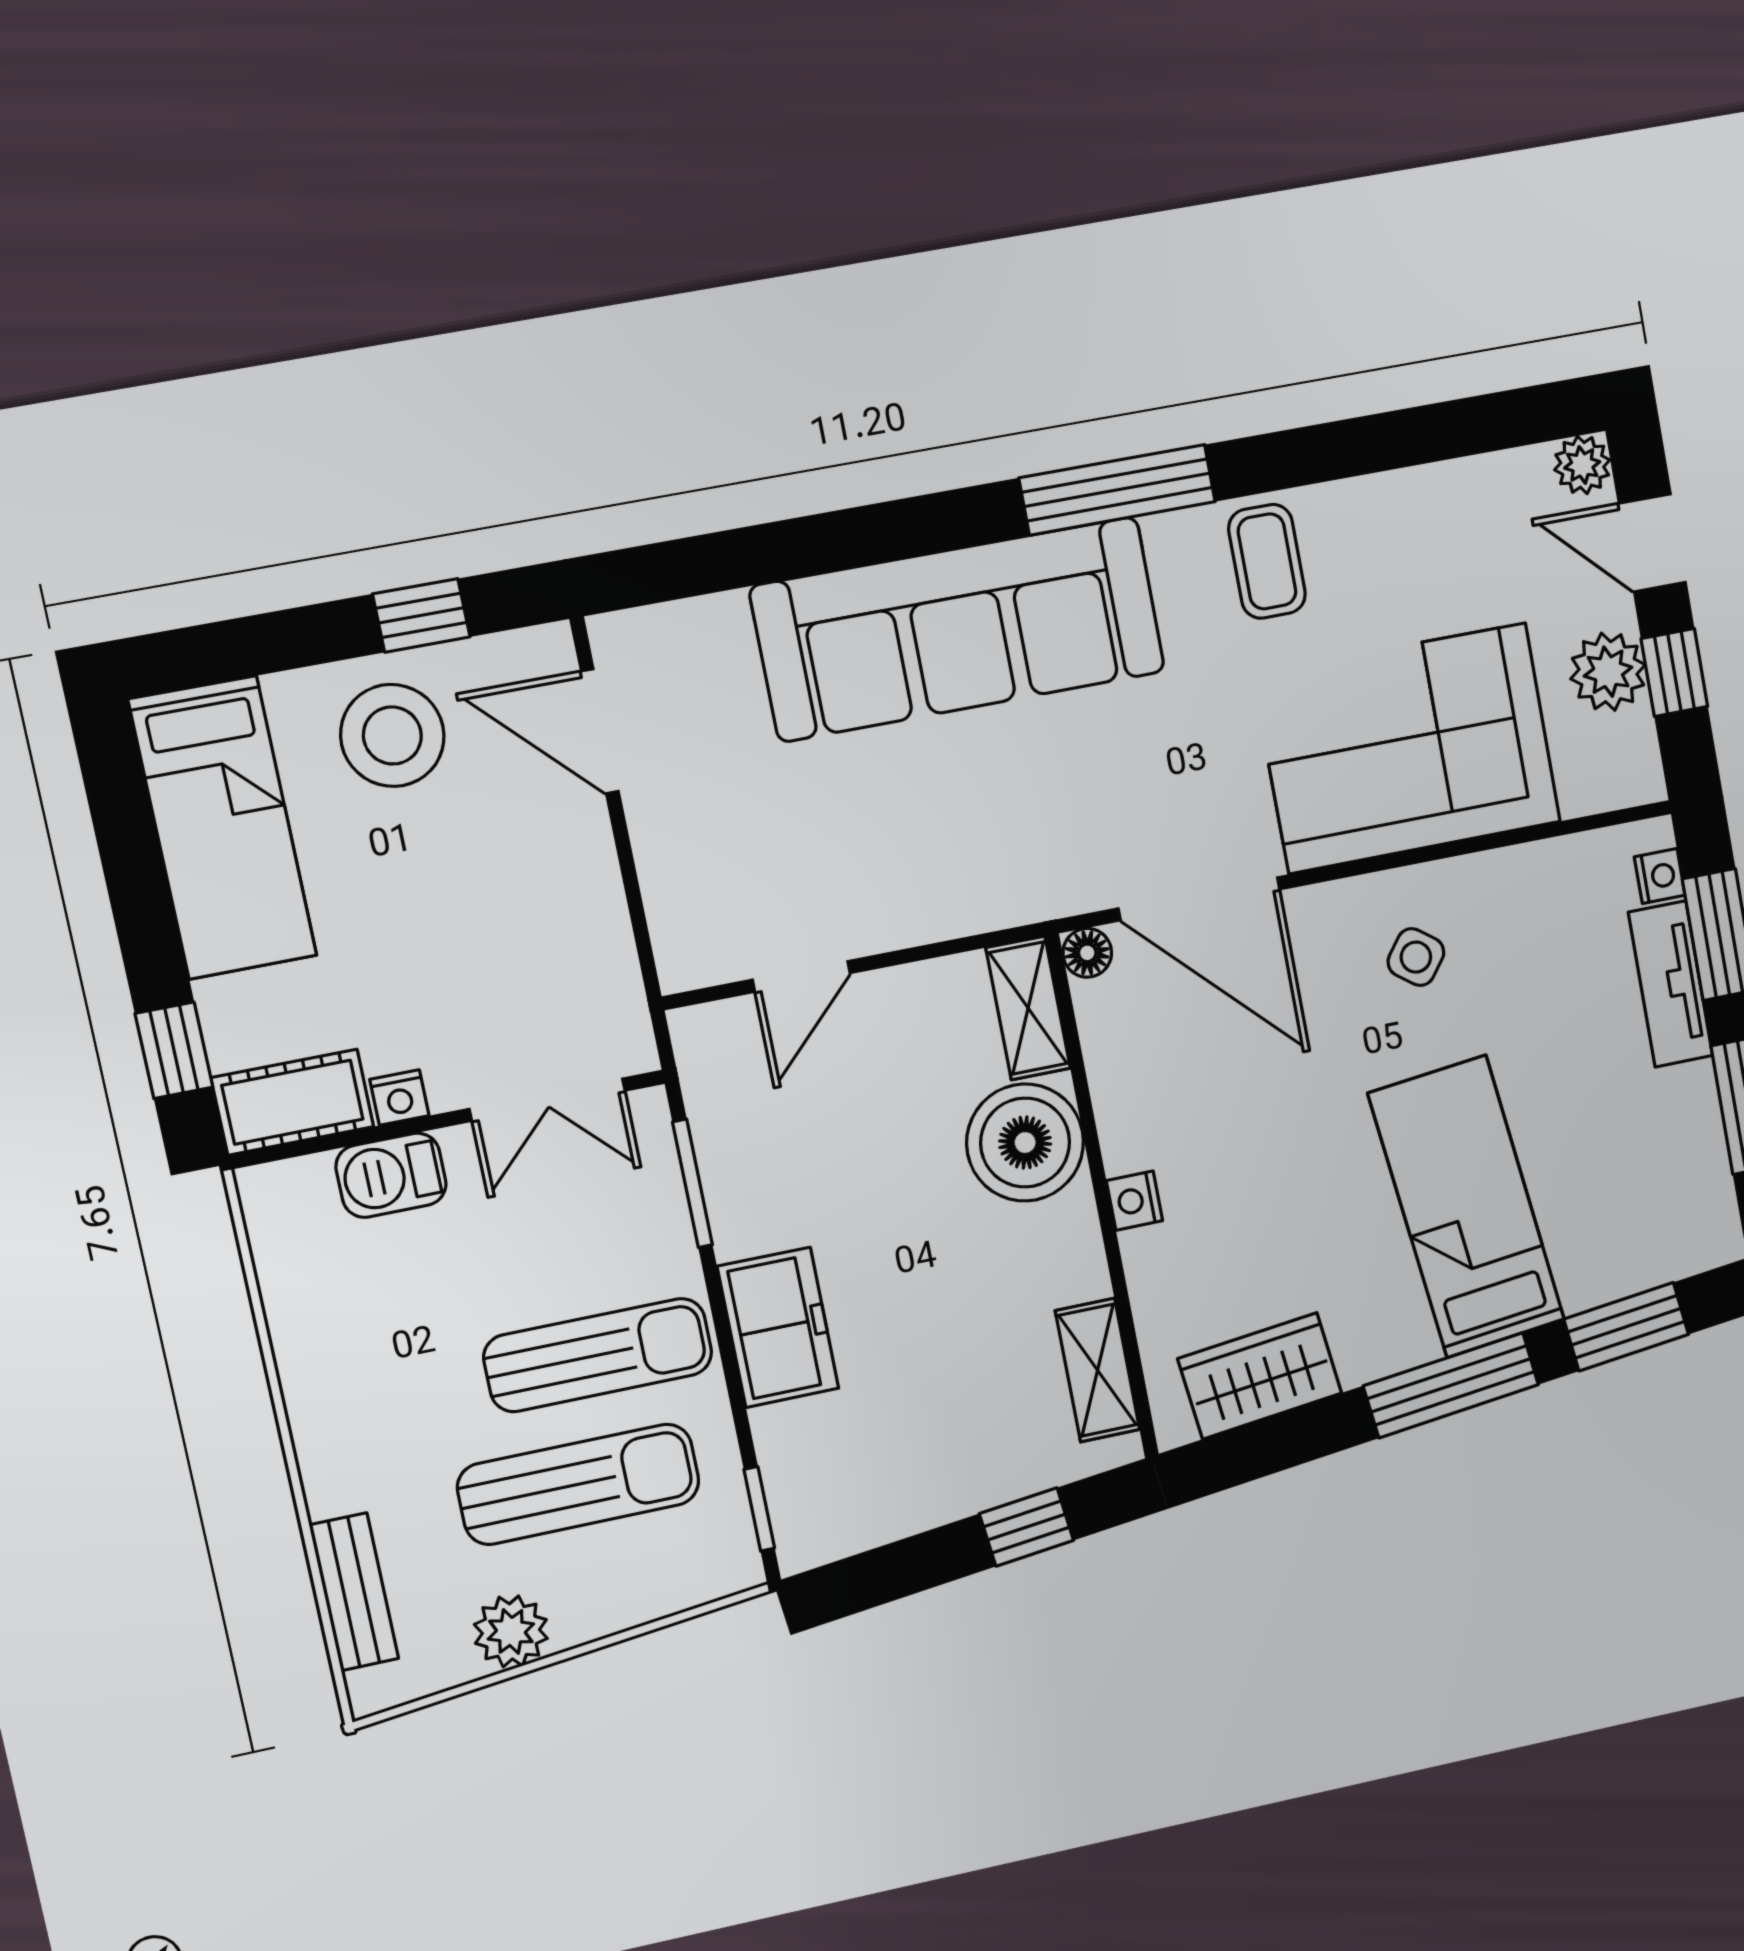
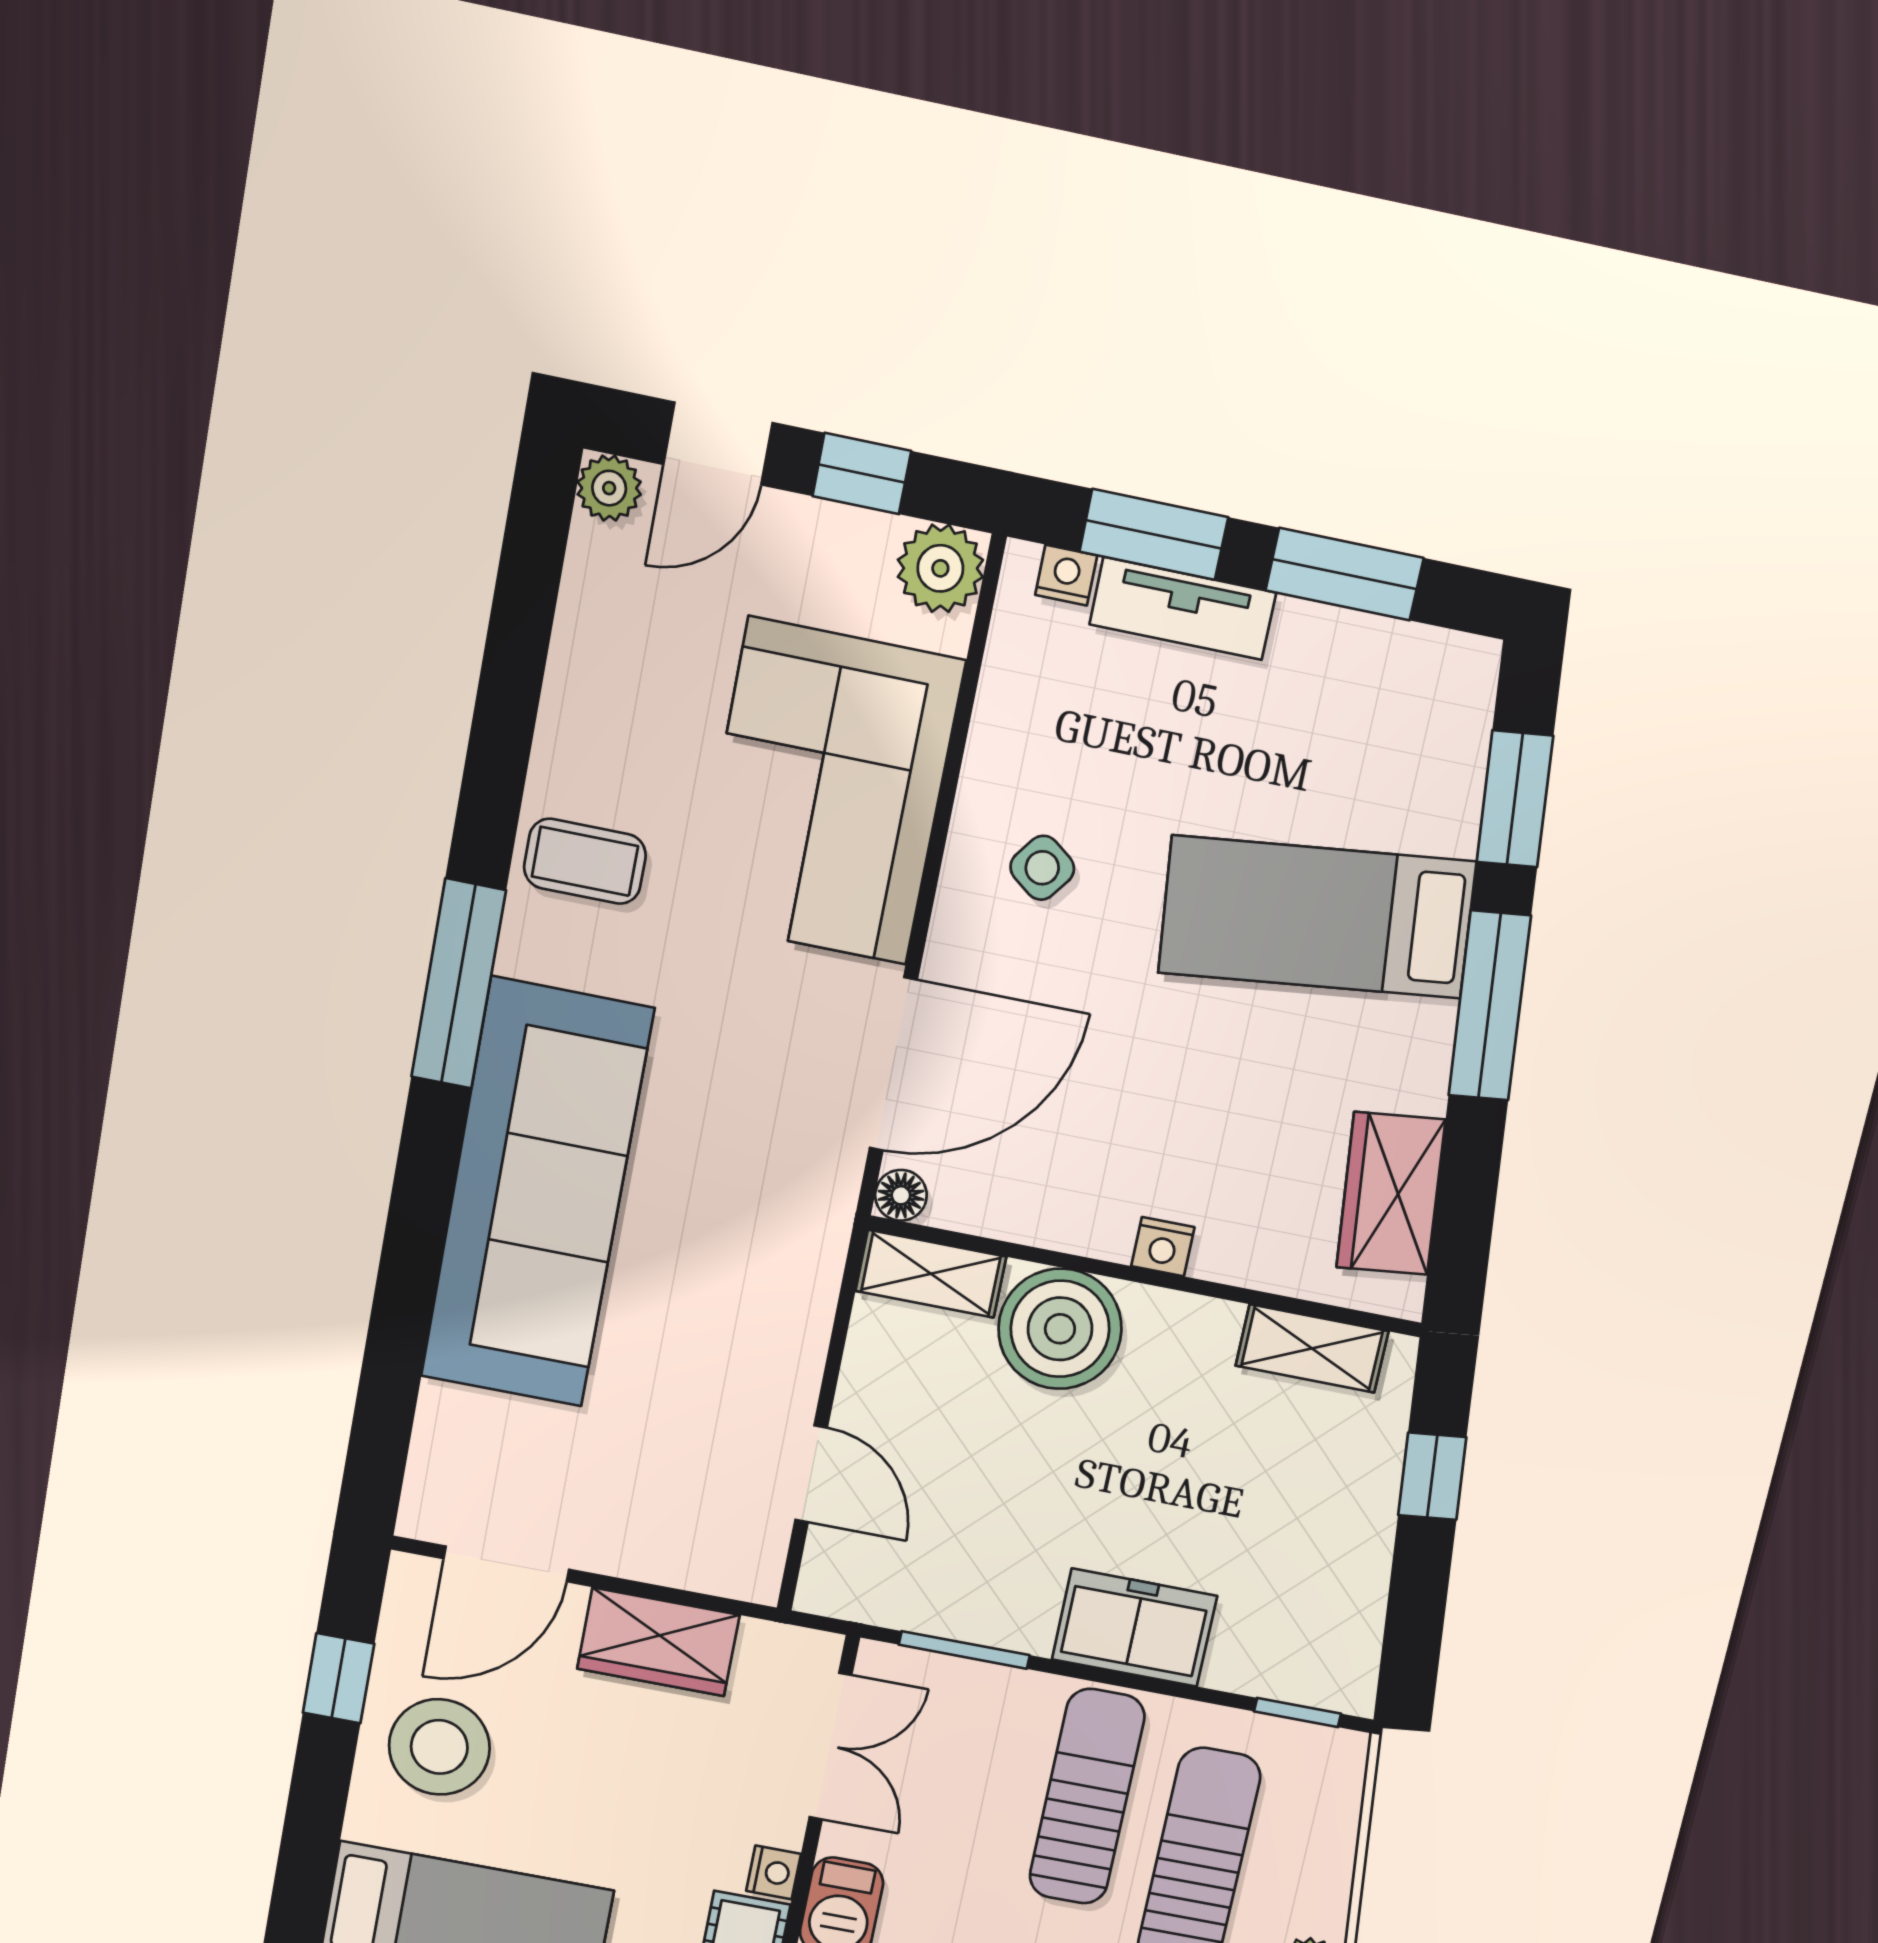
plant: (1608, 672) -> (940, 568), moved
wardrobe: (583, 901) -> (658, 1642), added

